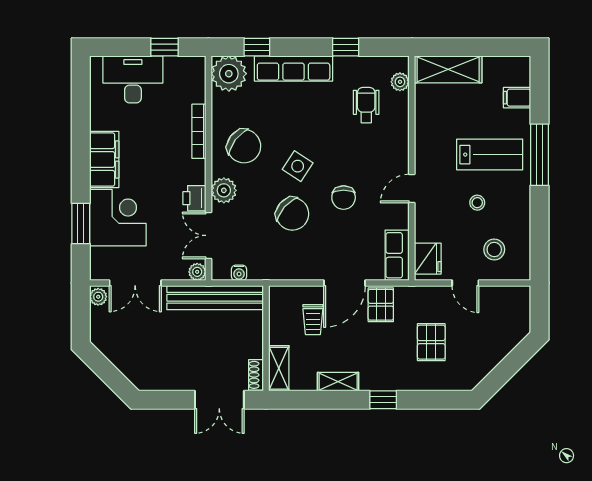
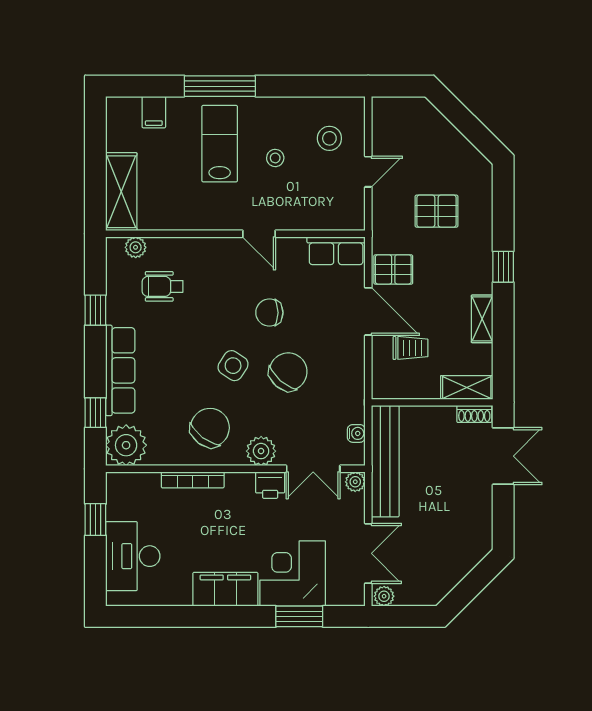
chair: (344, 198) -> (269, 313), turned 180
fridge: (428, 259) -> (340, 215), removed

